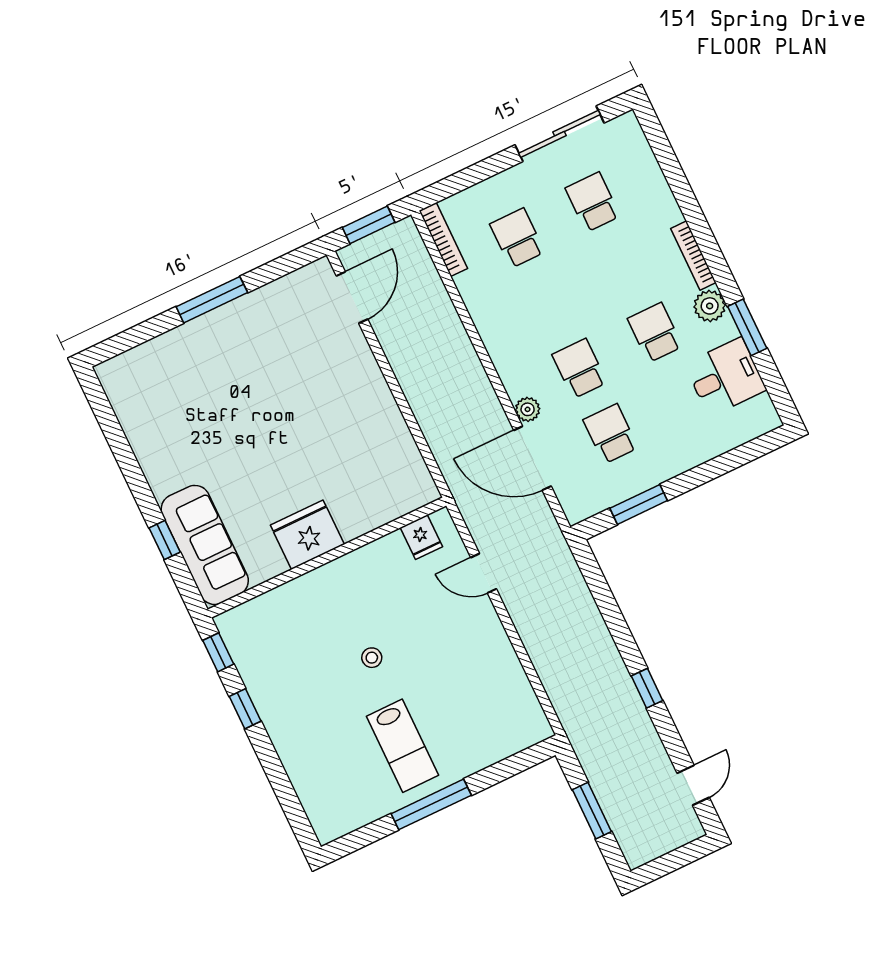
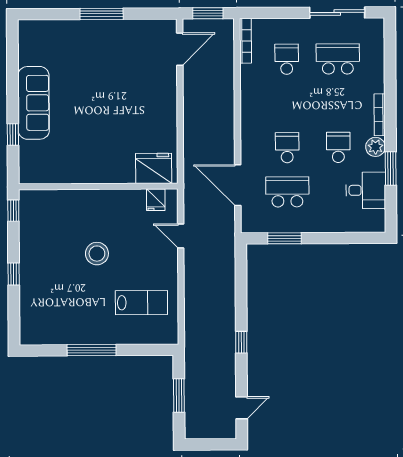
school desk: (593, 202) -> (338, 59), width x1.85
plant: (528, 409) -> (248, 157), removed
school desk: (611, 434) -> (287, 192), width x1.85
fridge: (307, 535) -> (154, 168), moved
sofa: (205, 545) -> (34, 103), moved
stool: (372, 658) -> (97, 254), width x1.89, depth x1.89
window: (245, 709) -> (14, 274), moved
lab bench: (402, 746) -> (141, 303), moved, turned -90

